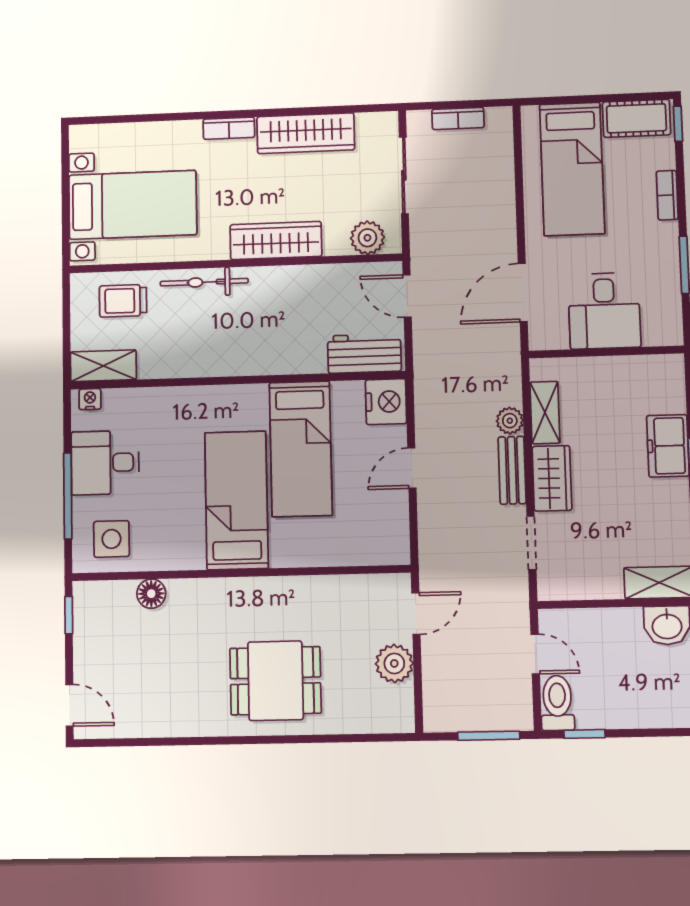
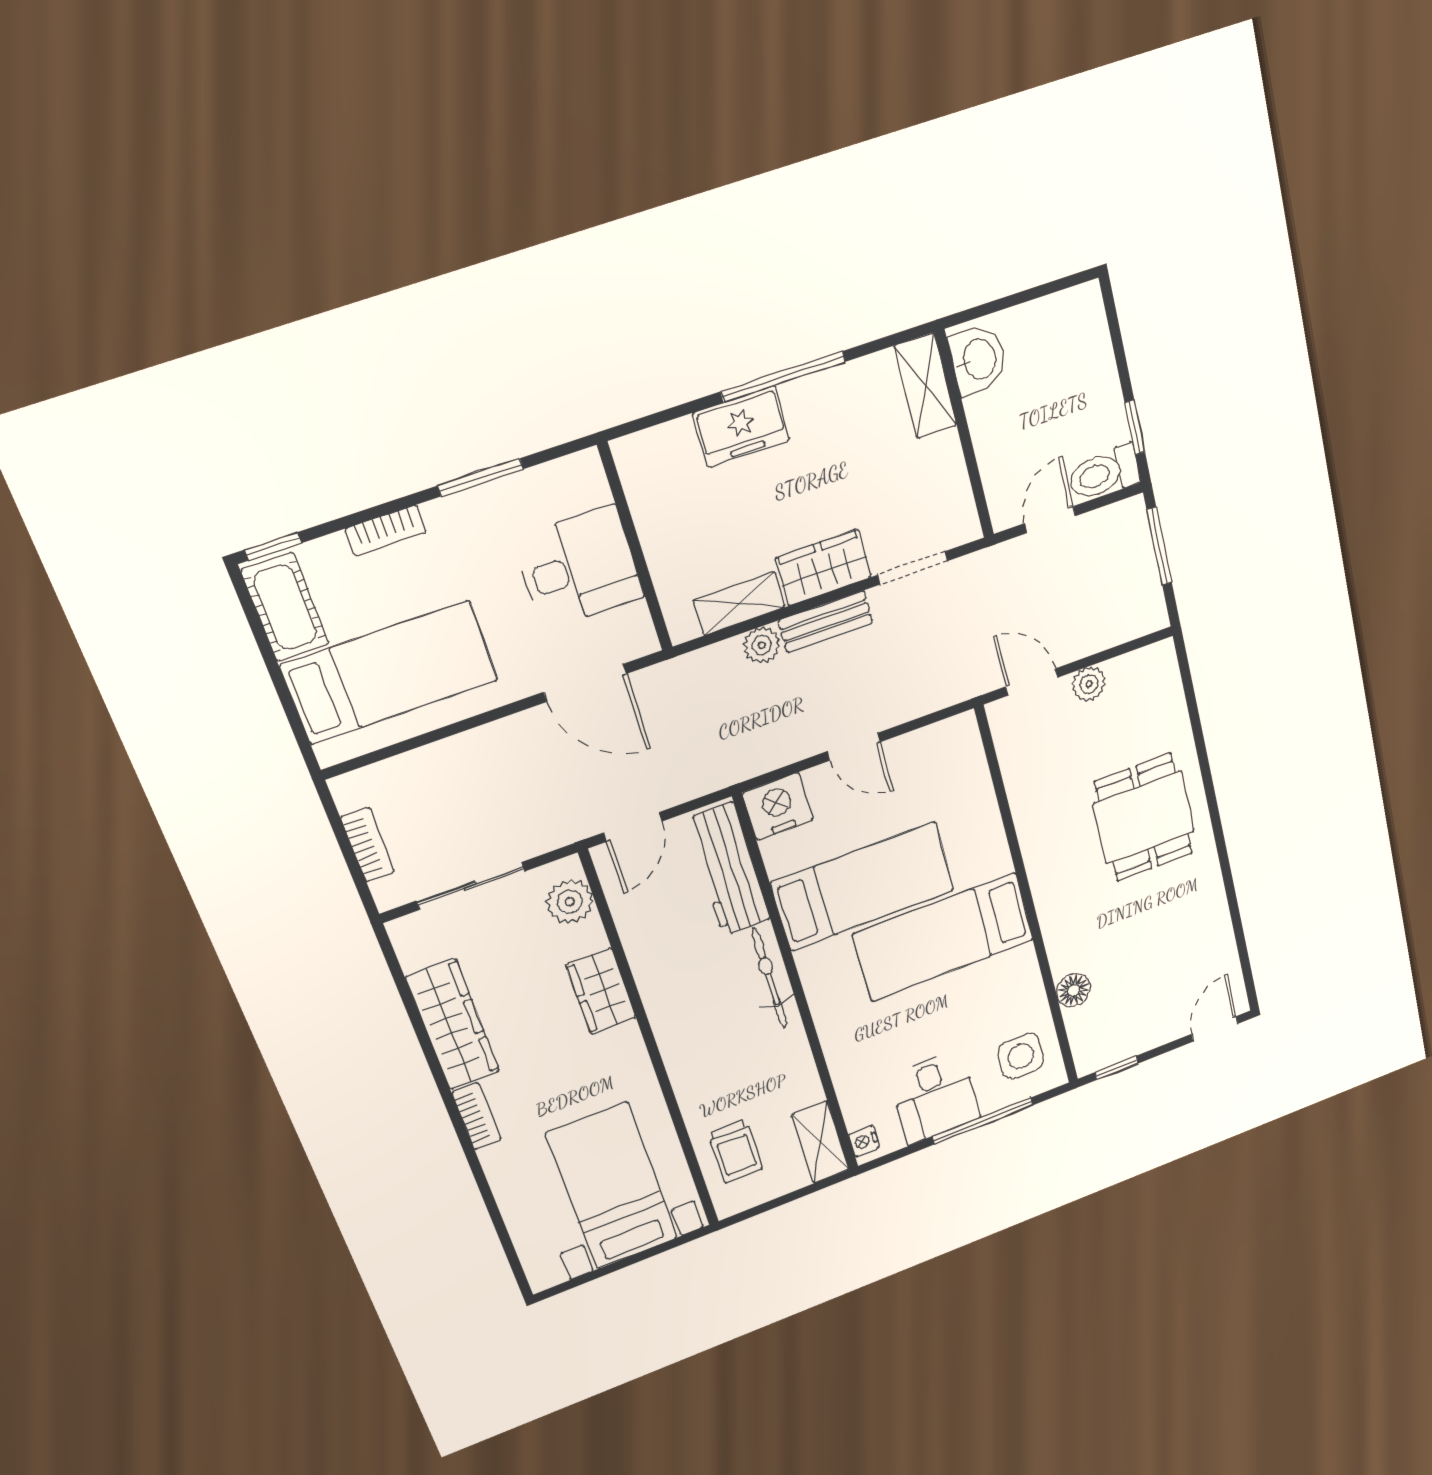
wardrobe: (276, 241) -> (601, 991), width x0.67
bicycle: (204, 282) -> (769, 978), moved, turned 180
workbench: (364, 353) -> (728, 869), width x1.38
plant: (394, 663) -> (1089, 684), width x0.73, depth x0.73

